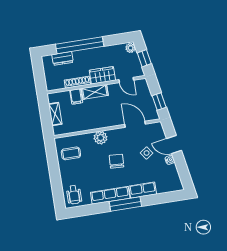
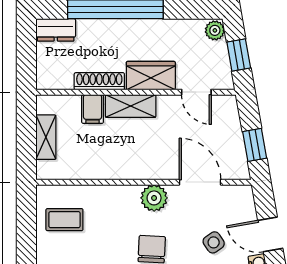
dresser: (63, 58) -> (56, 30), moved
plant: (101, 138) -> (154, 198), moved

